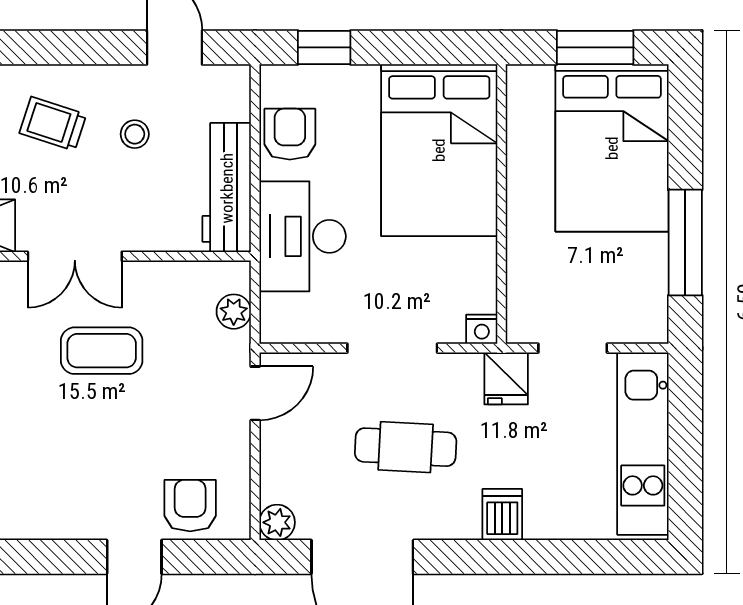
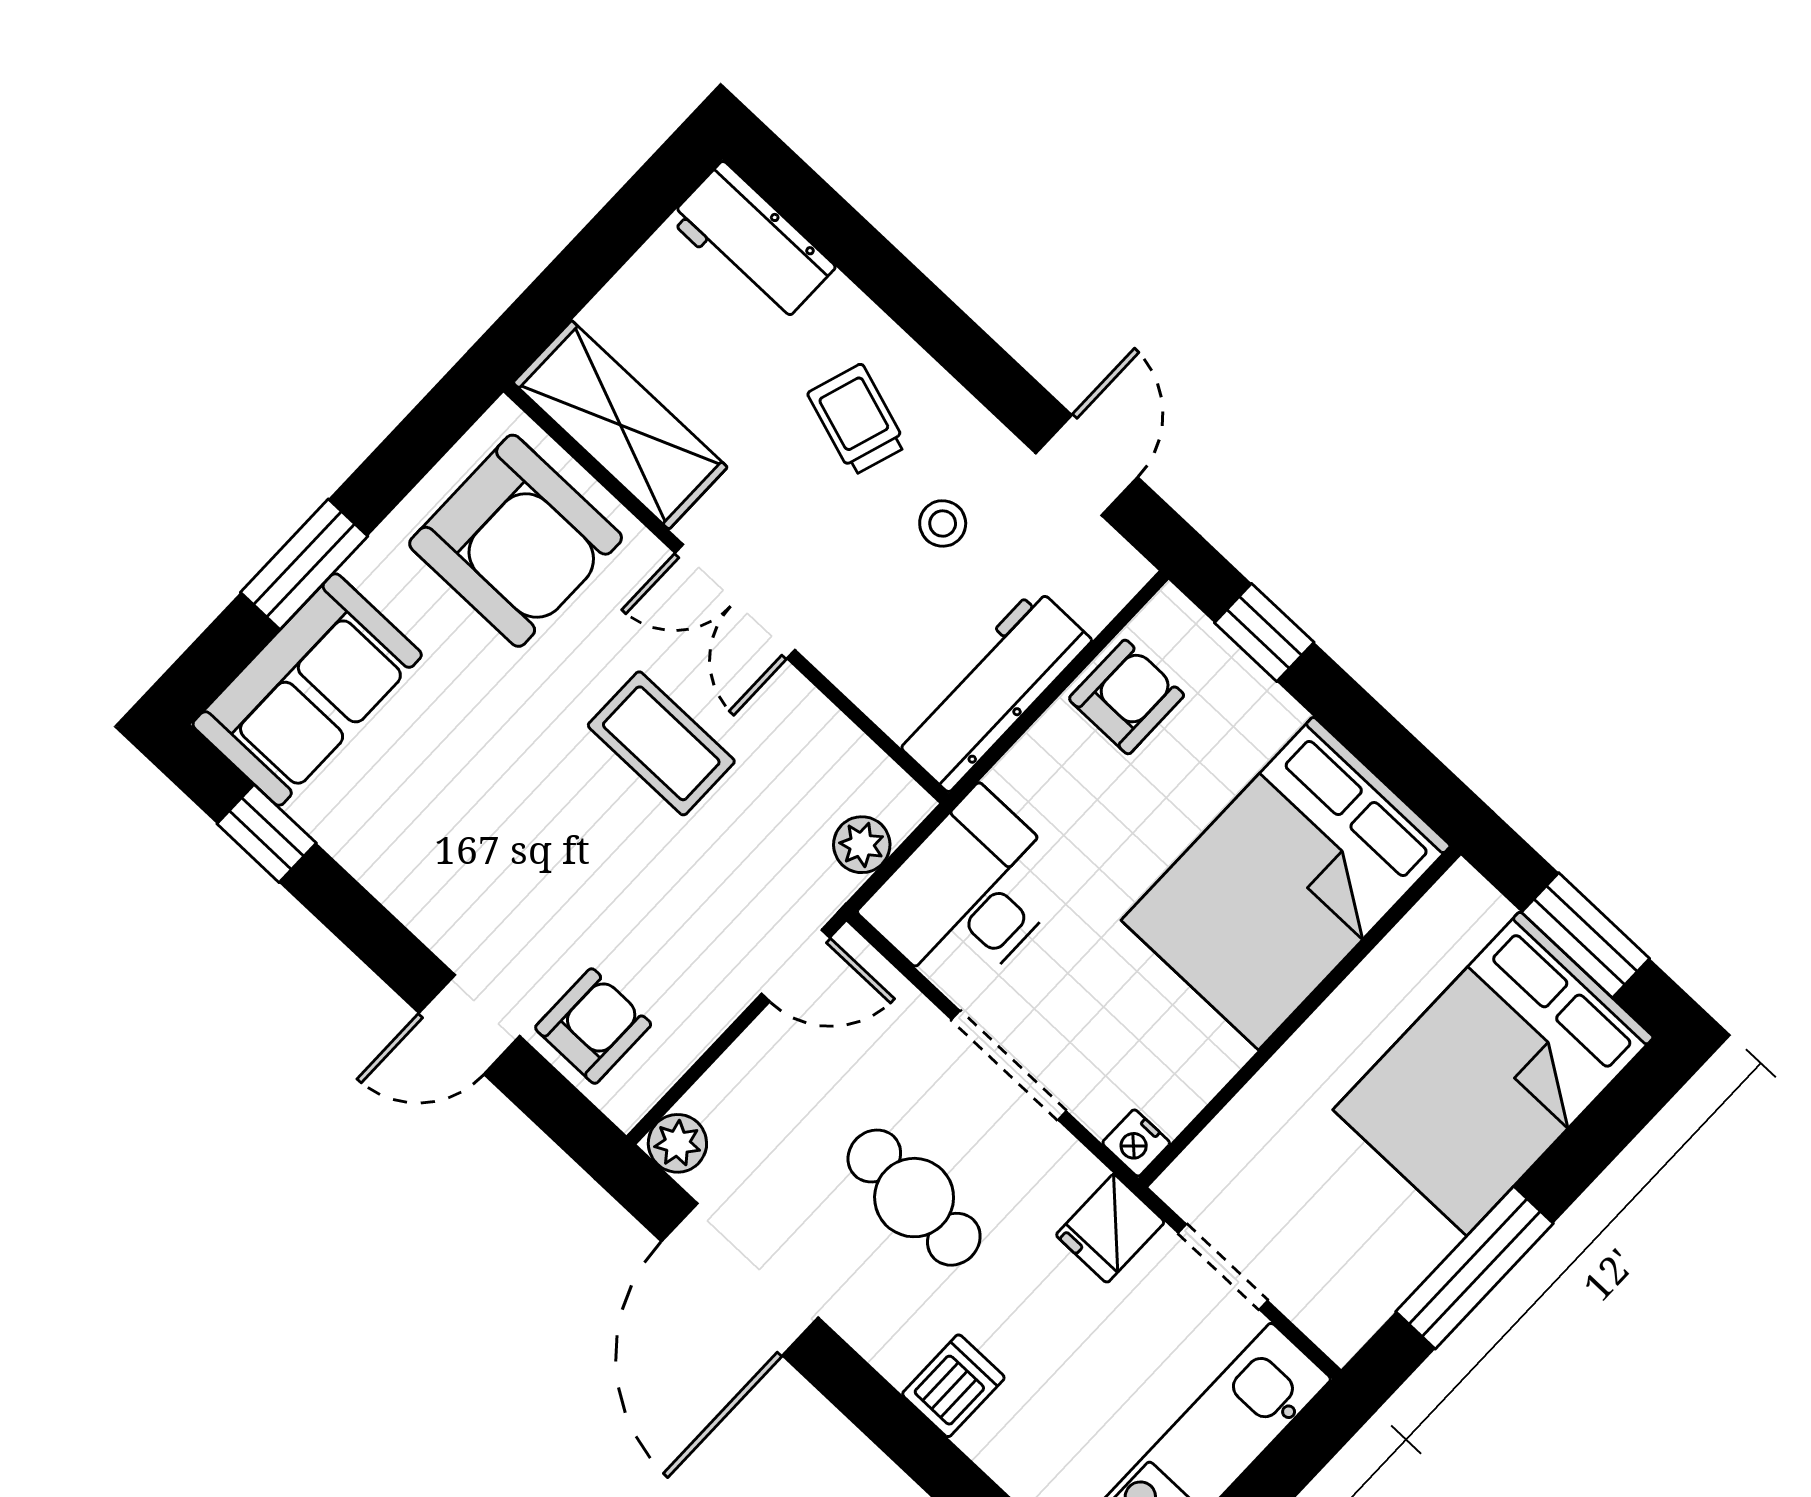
desk: (303, 236) -> (969, 895), moved

